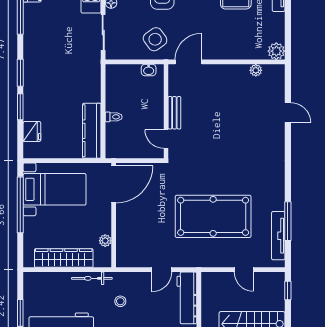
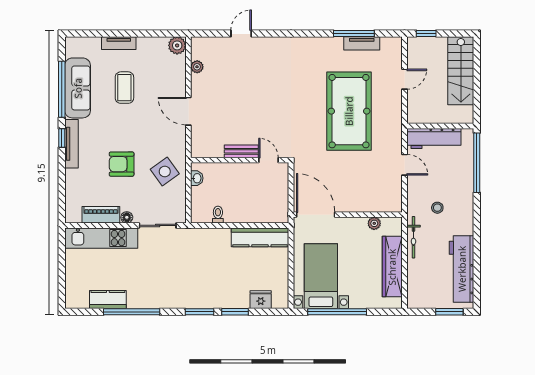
door: (188, 62) -> (188, 111), moved
toilet: (114, 117) -> (218, 215), moved
door: (166, 139) -> (269, 160), swing flipped
tv unit: (278, 236) -> (362, 43), width x0.71

